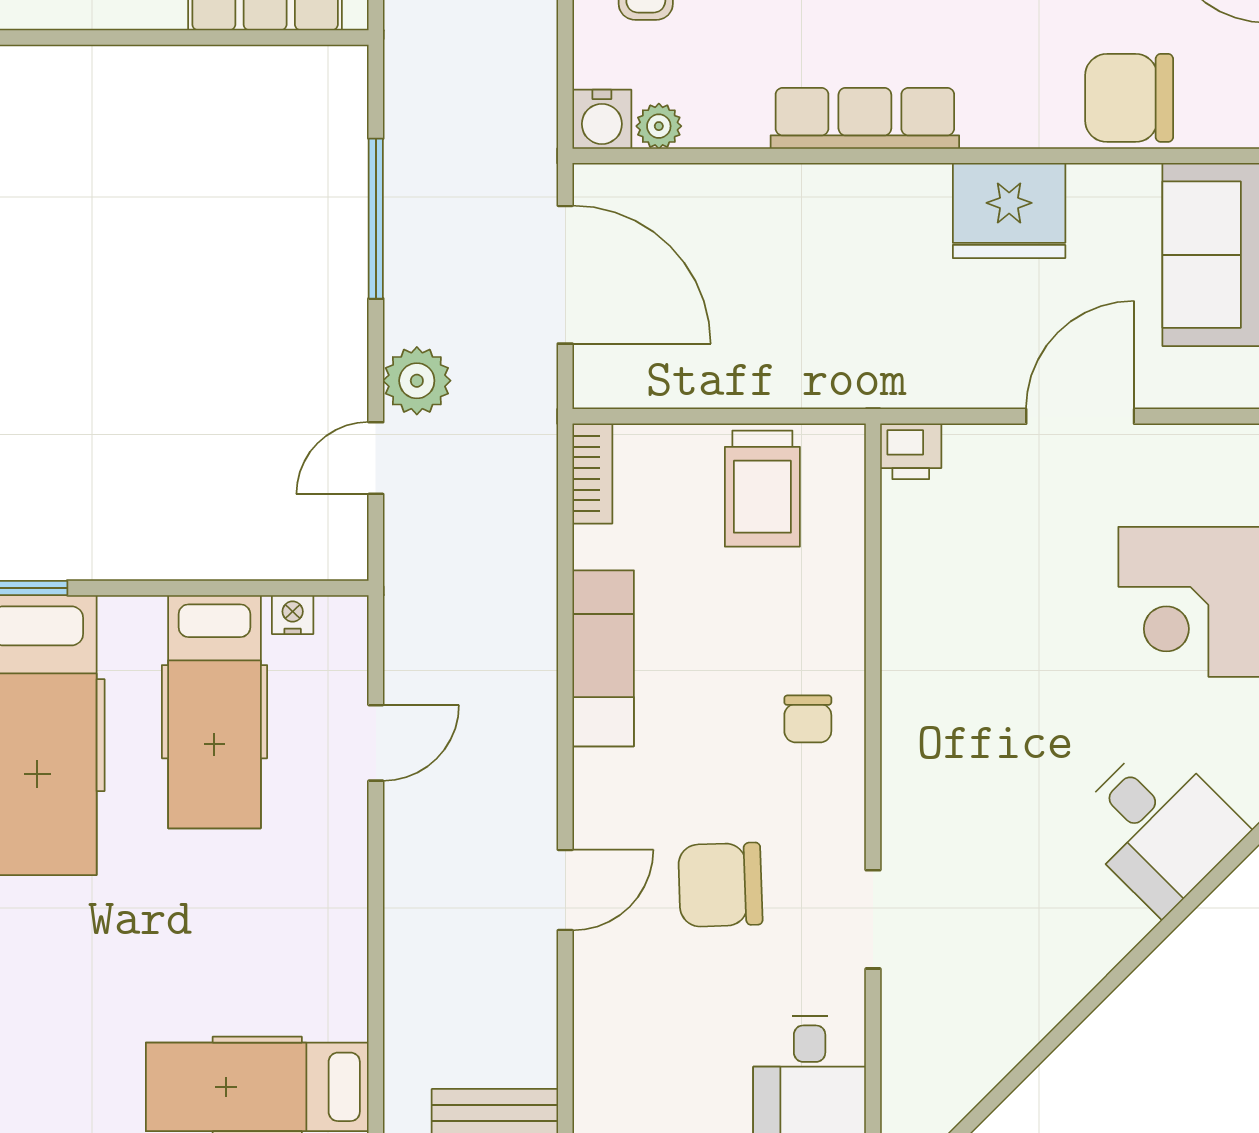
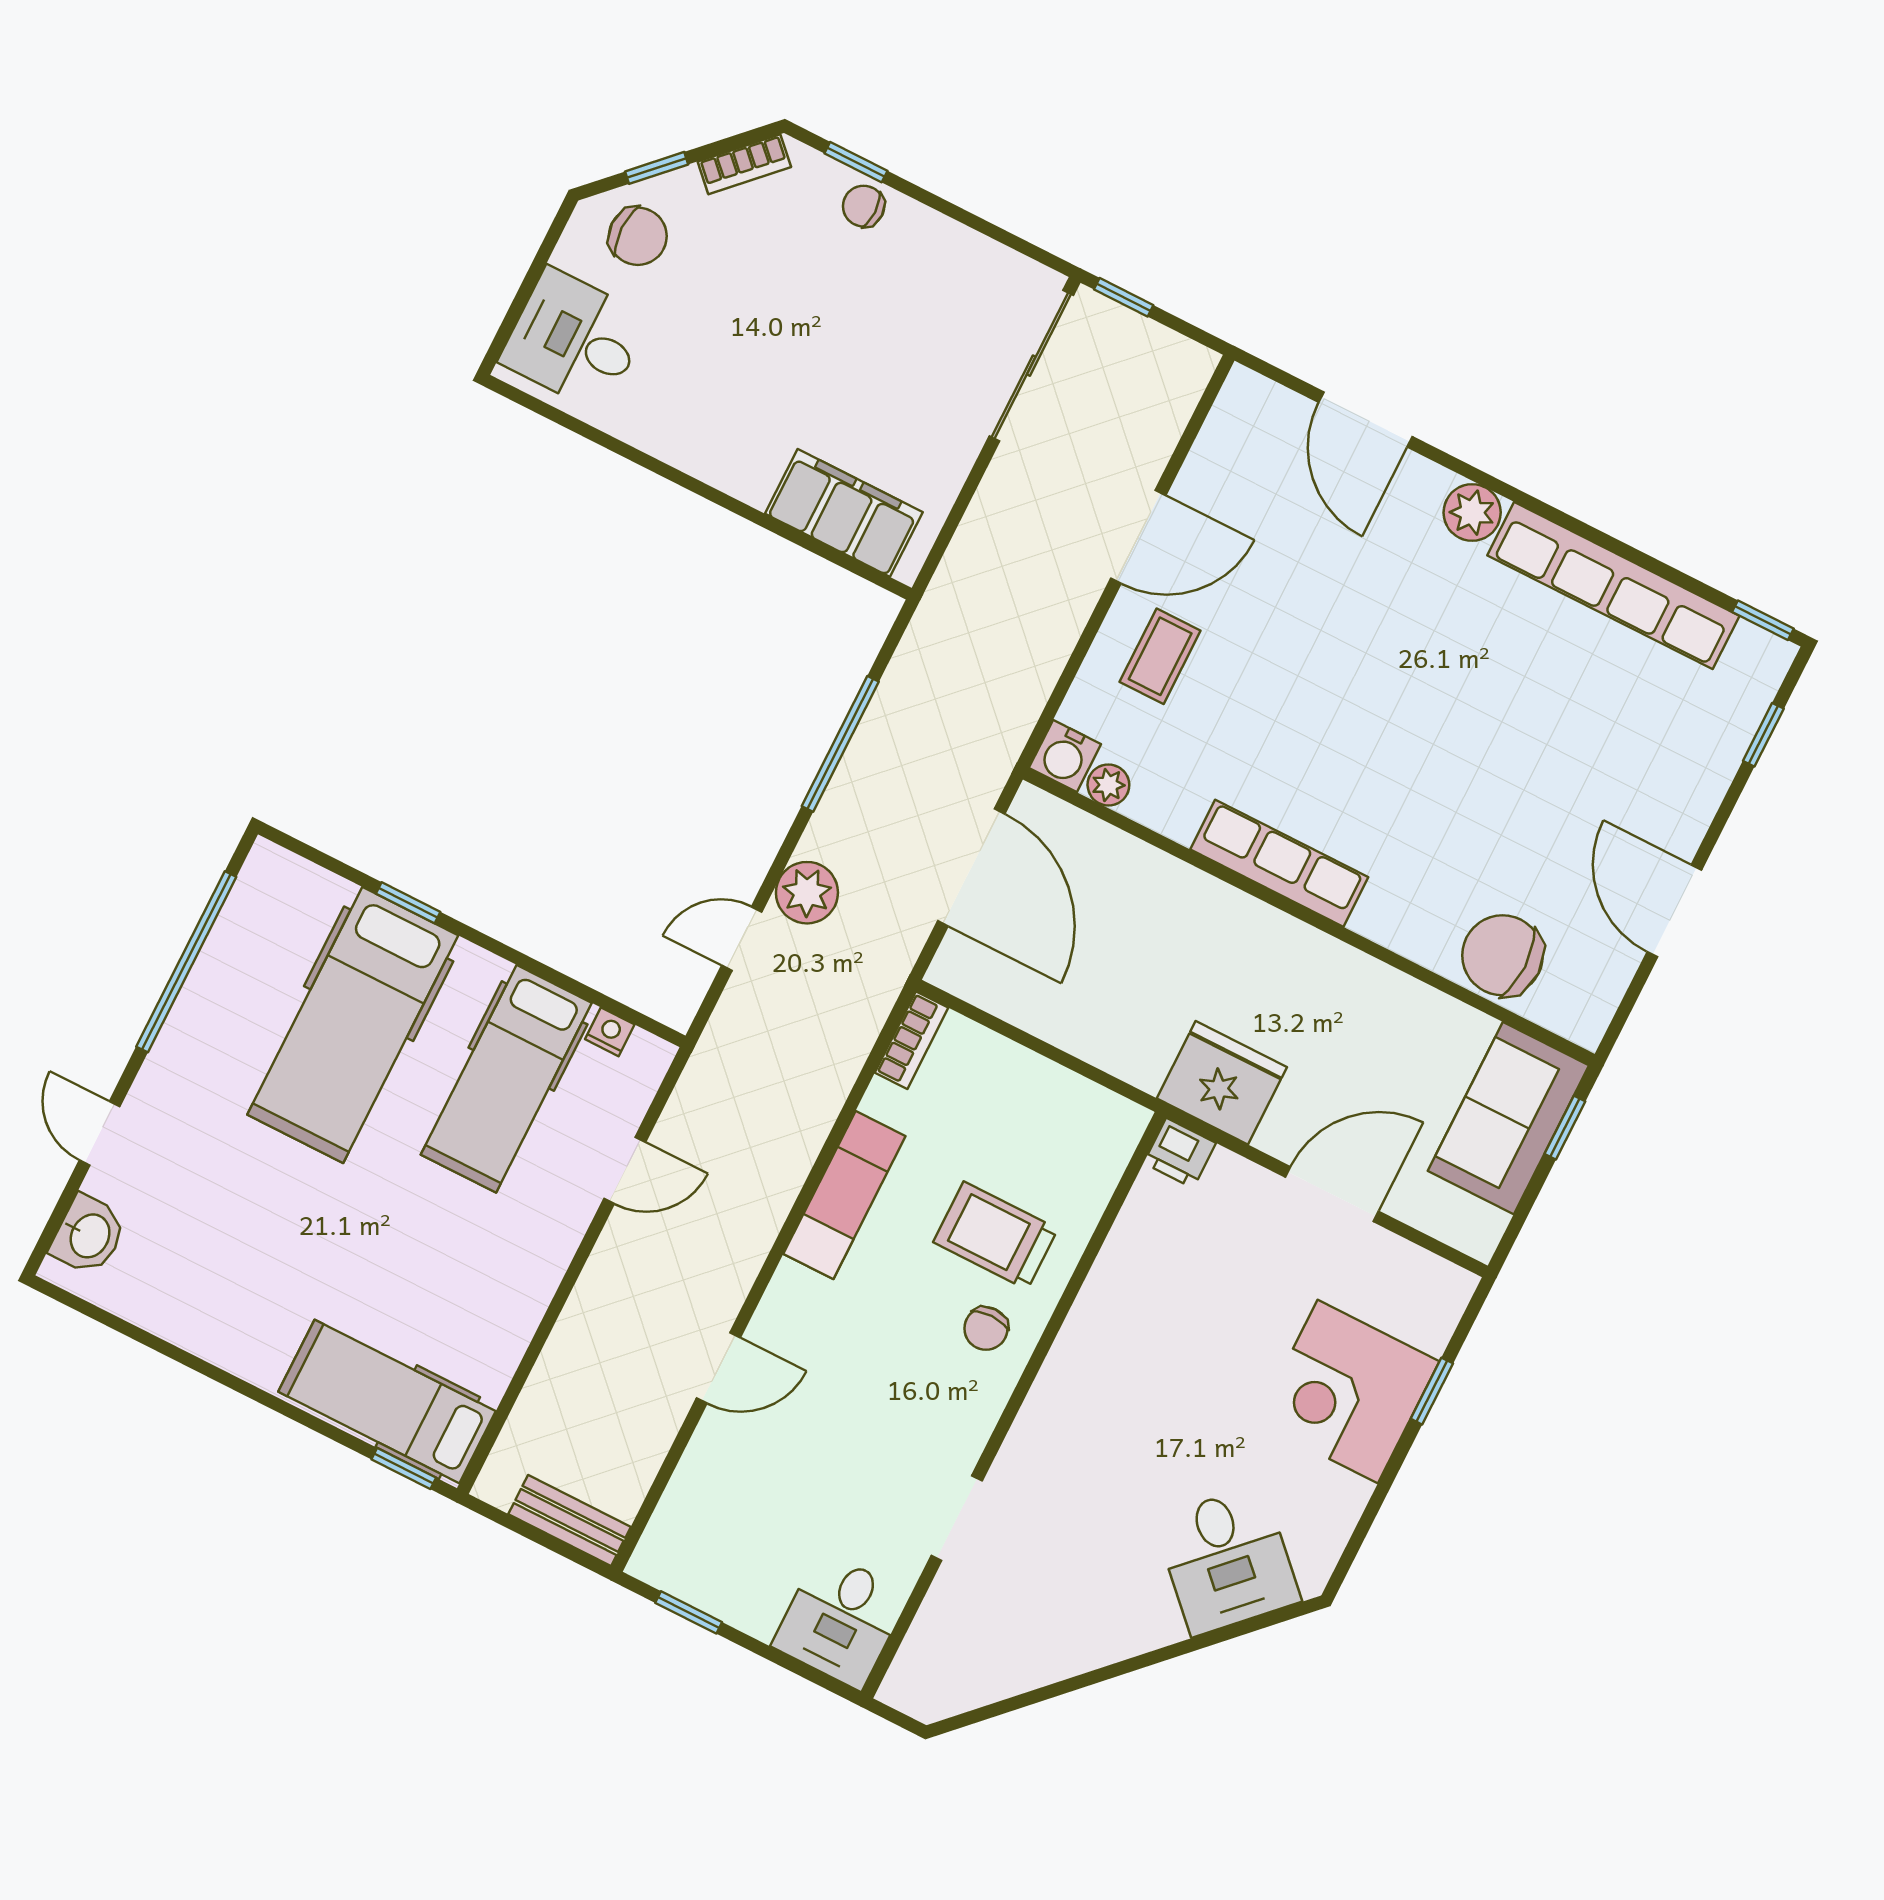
fridge: (1009, 211) -> (1222, 1083), moved, turned 180
trolley: (762, 489) -> (996, 1236), moved, turned 90
chair: (720, 885) -> (847, 1427), removed

